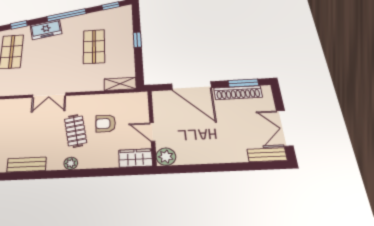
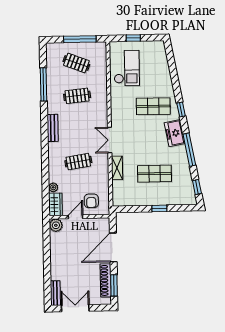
shelving: (120, 84) -> (117, 168), moved
armchair: (106, 123) -> (91, 201), moved, turned 180
plant: (71, 163) -> (53, 187), moved

